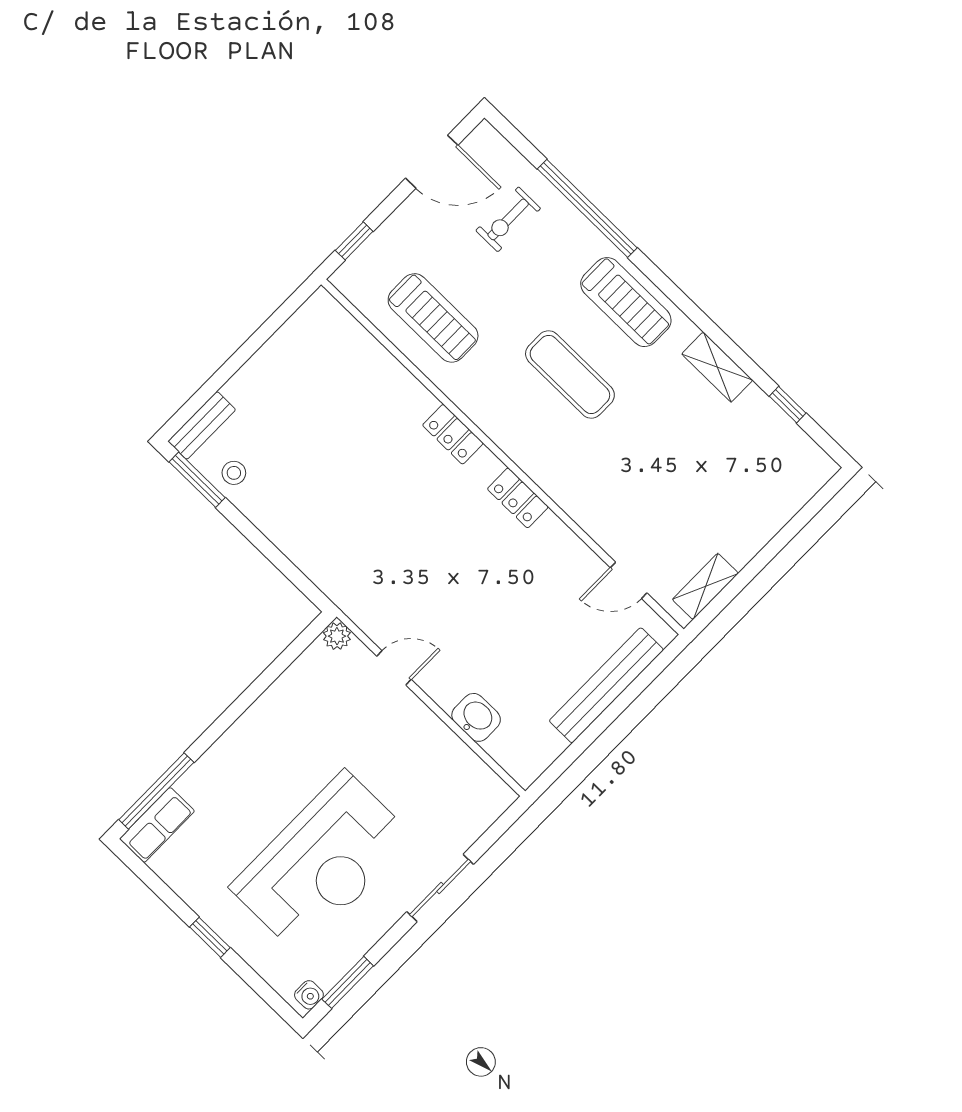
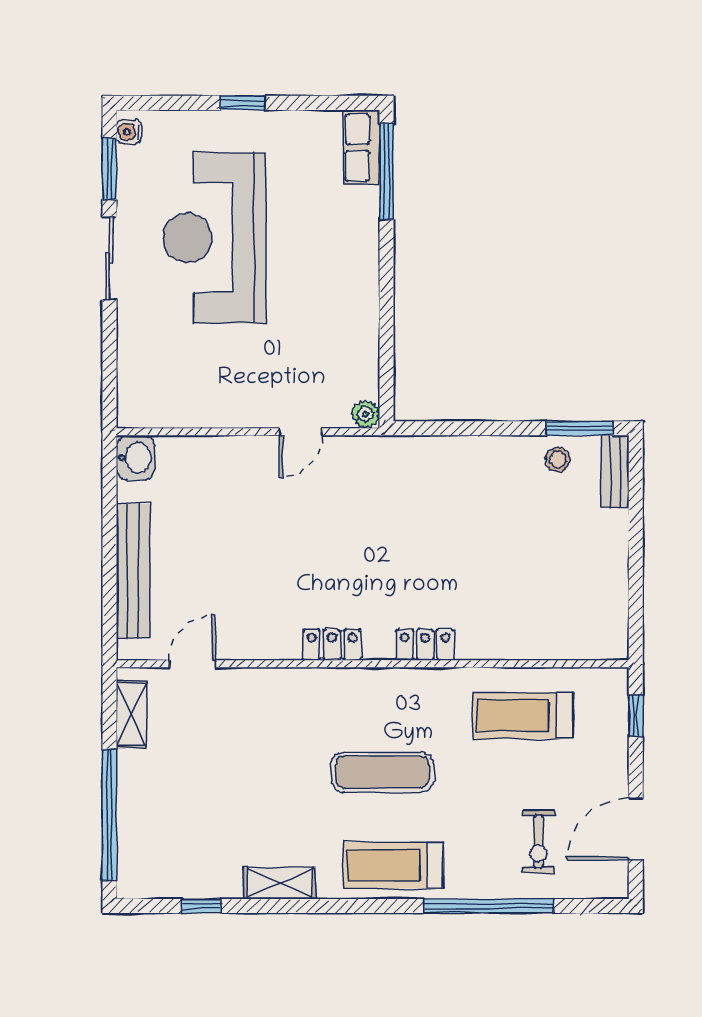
exercise bike: (508, 219) -> (539, 841), turned 180
window: (790, 531) -> (110, 815), added
washbasin: (476, 717) -> (135, 458), moved, turned -90
sliding door: (440, 888) -> (110, 258), moved

